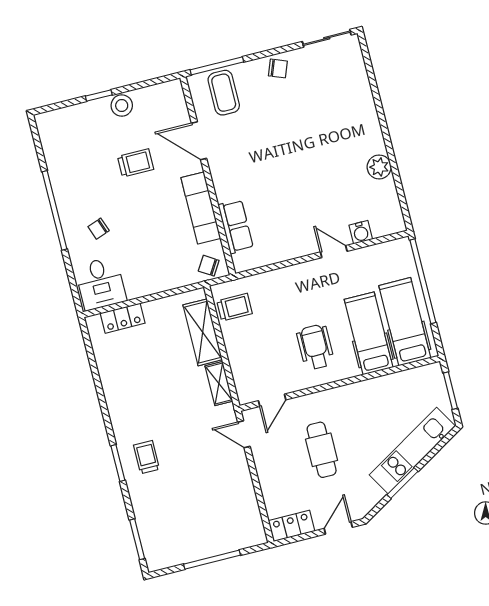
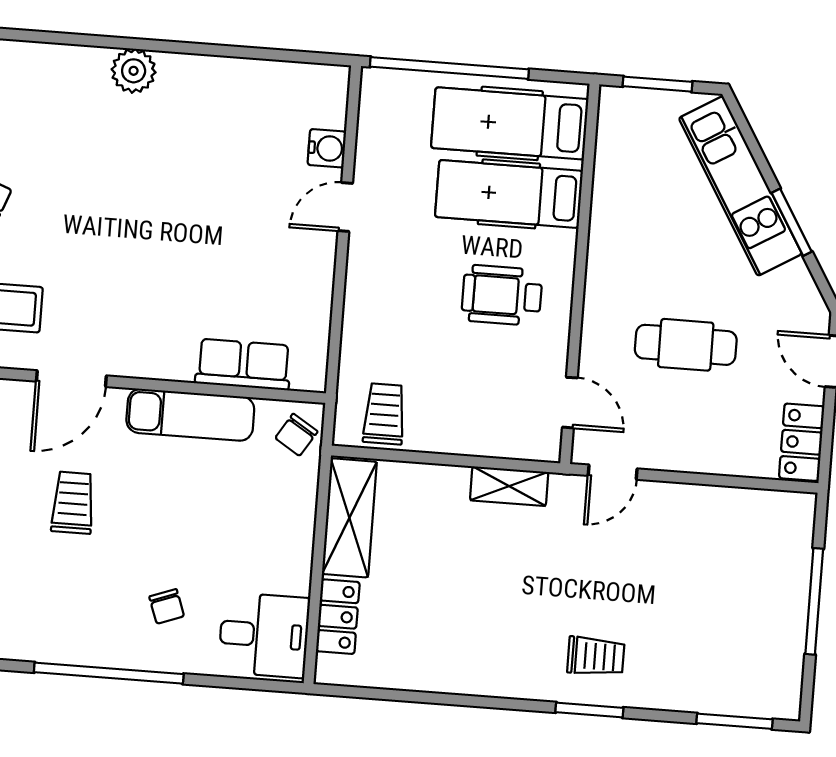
plant: (379, 167) -> (134, 71), moved
shelving: (203, 332) -> (349, 518), moved, turned 90
trolley: (147, 457) -> (596, 656), turned 180

